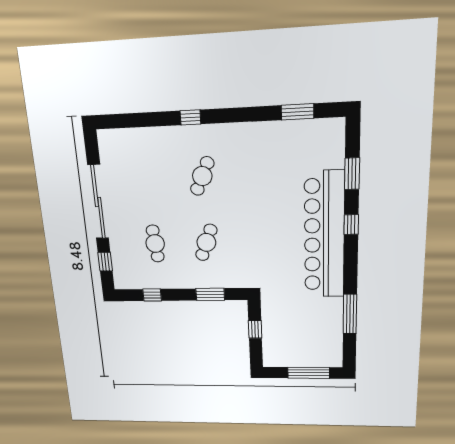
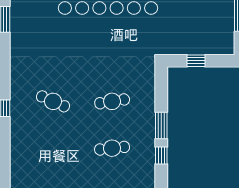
cafe table: (206, 242) -> (112, 101), turned -30
window: (210, 294) -> (161, 126), moved

